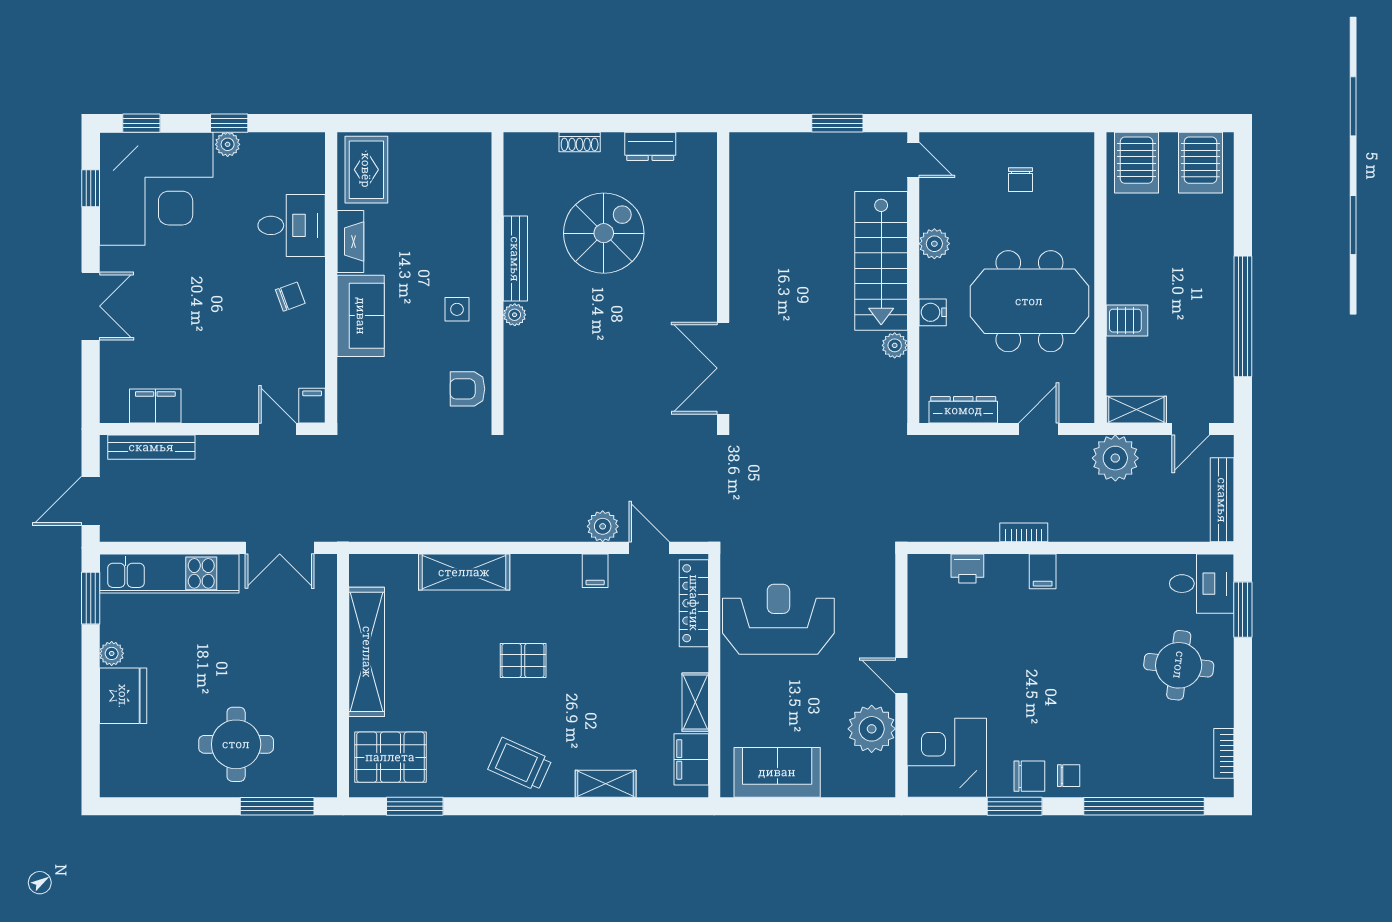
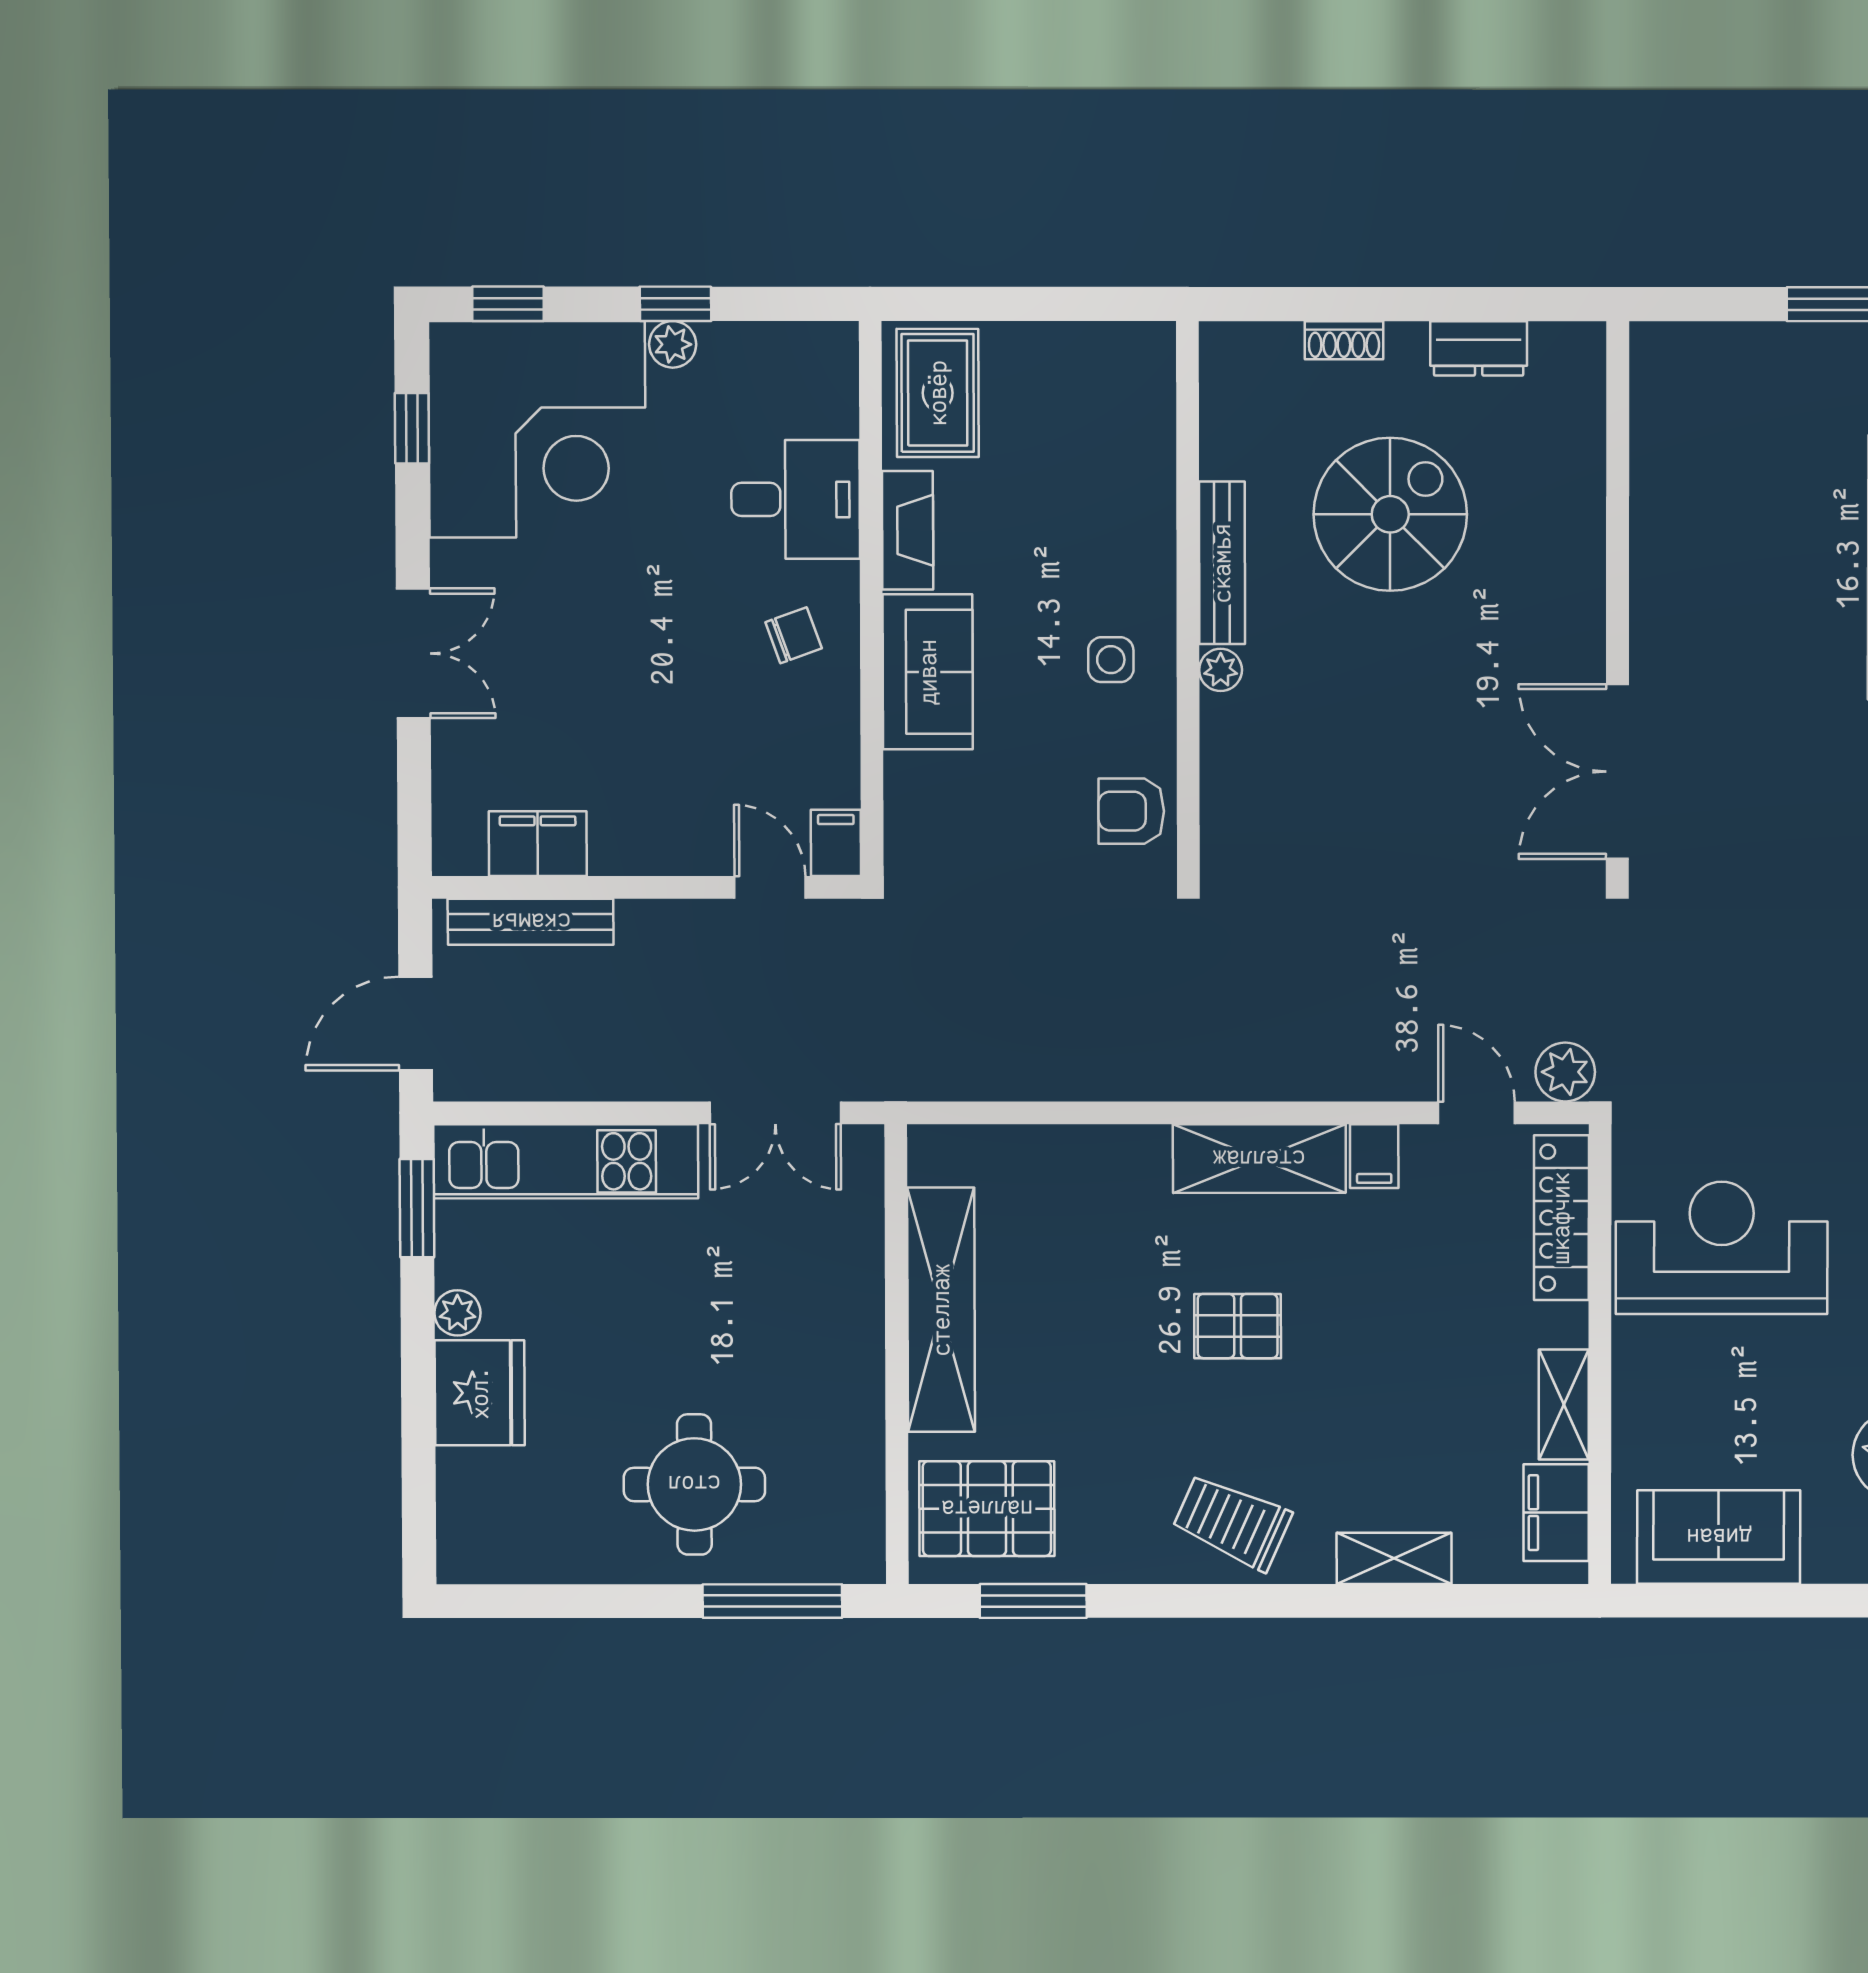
plant: (603, 526) -> (1565, 1072), moved
shelving: (464, 572) -> (1259, 1159), moved

